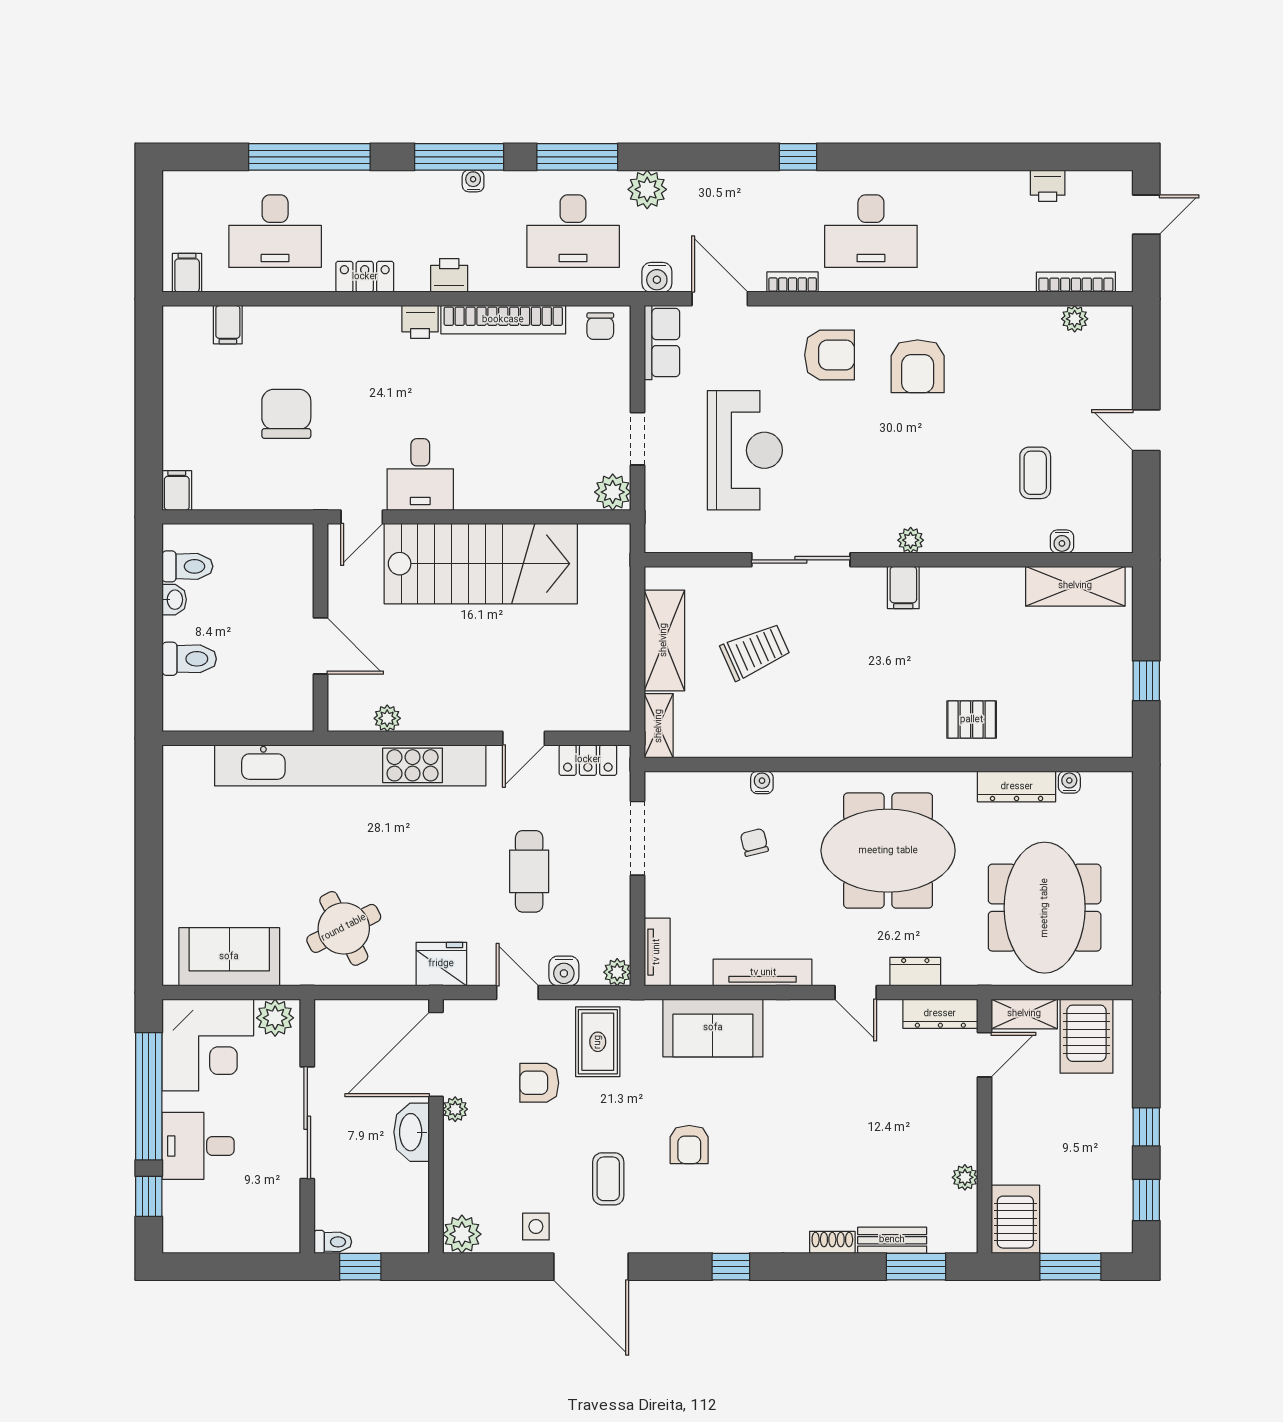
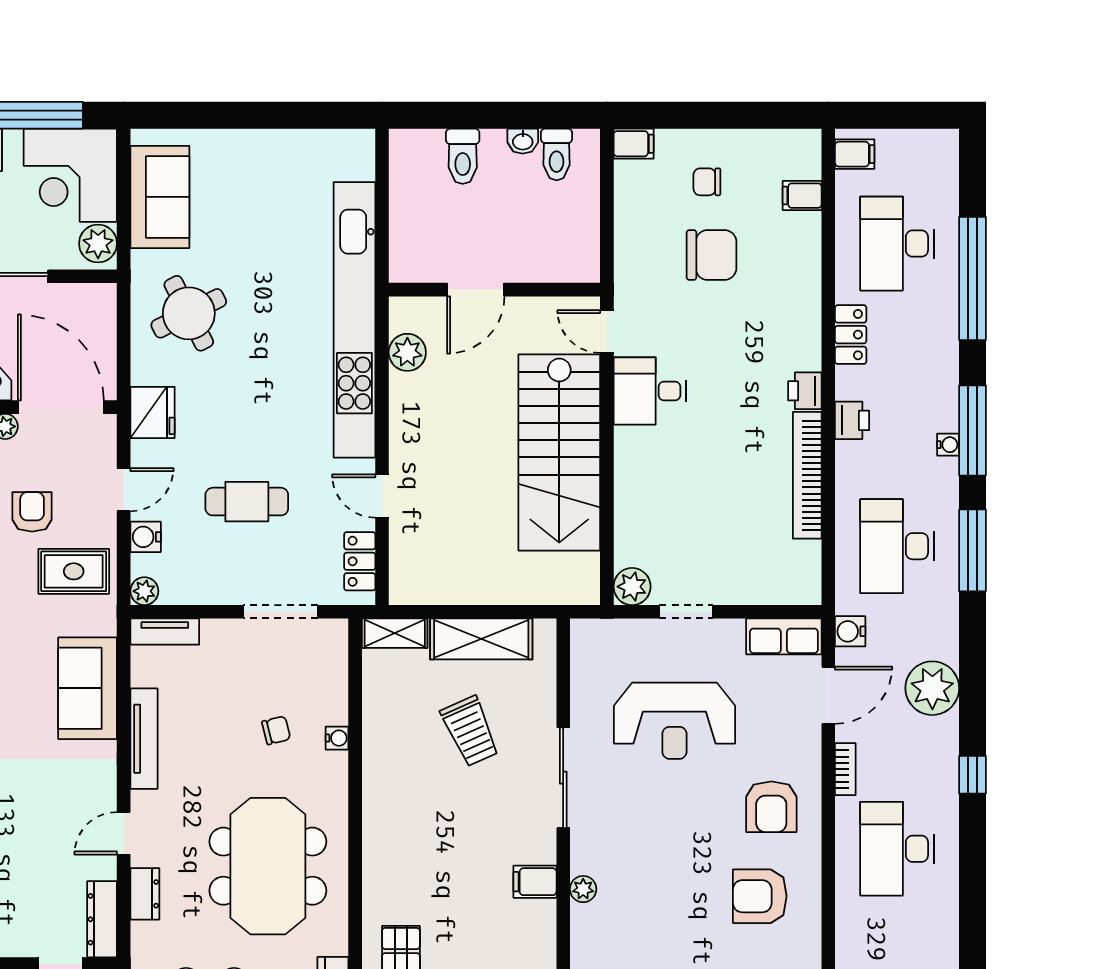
plant: (647, 189) -> (932, 688), moved, width x1.36, depth x1.36
chair: (600, 326) -> (707, 182), moved
plant: (387, 718) -> (407, 352), width x1.38, depth x1.38

